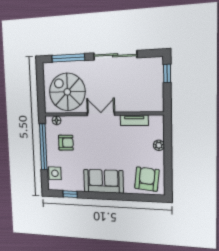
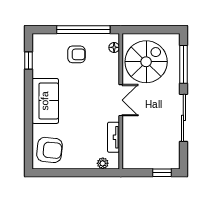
armchair: (66, 143) -> (76, 54), moved, turned -90
plant: (159, 145) -> (103, 163), moved
side table: (55, 173) -> (52, 43), removed

